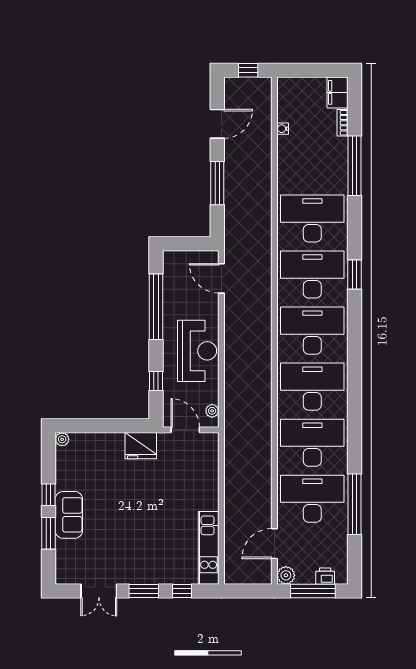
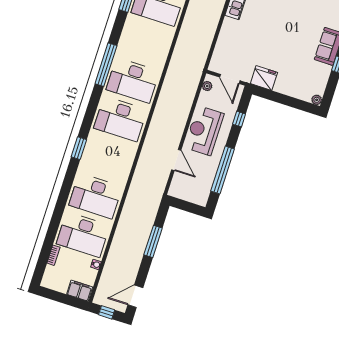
filing cabinet: (337, 92) -> (80, 291), moved, turned -90
door: (217, 124) -> (135, 296), moved
window: (354, 166) -> (106, 65), moved
desk: (312, 275) -> (83, 235), moved
door: (221, 278) -> (176, 160), moved
desk: (312, 443) -> (145, 42), removed

